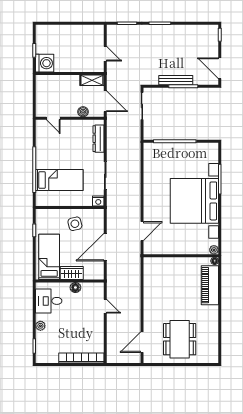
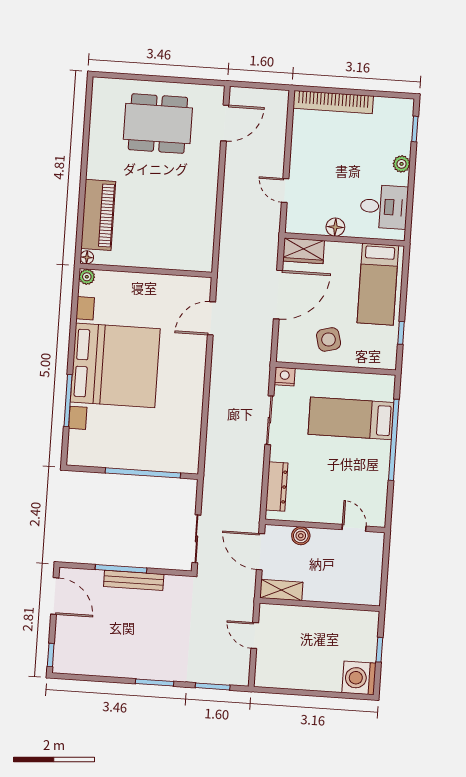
washing machine: (45, 63) -> (359, 678), moved
wardrobe: (72, 273) -> (304, 251), moved
dining table: (180, 339) -> (158, 124), turned 90

